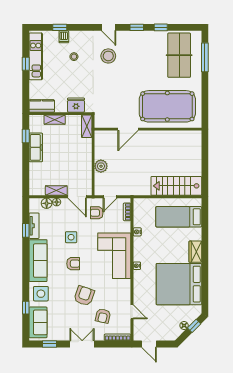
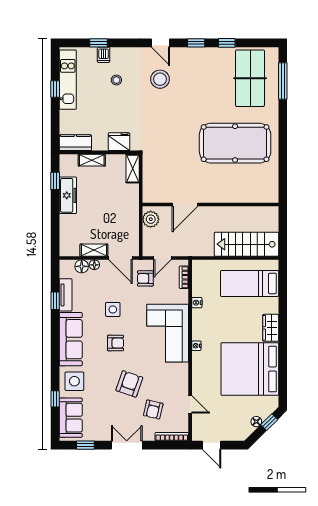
door: (128, 129) -> (185, 205), moved
wall: (148, 129) -> (211, 205), moved

